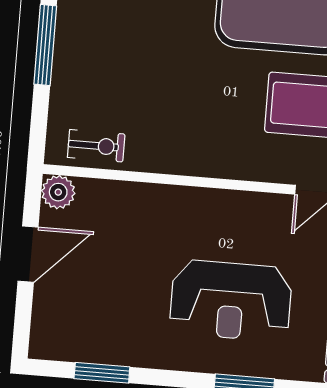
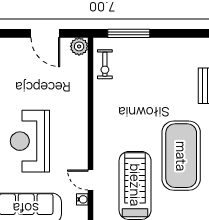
window: (45, 45) -> (129, 33), moved

